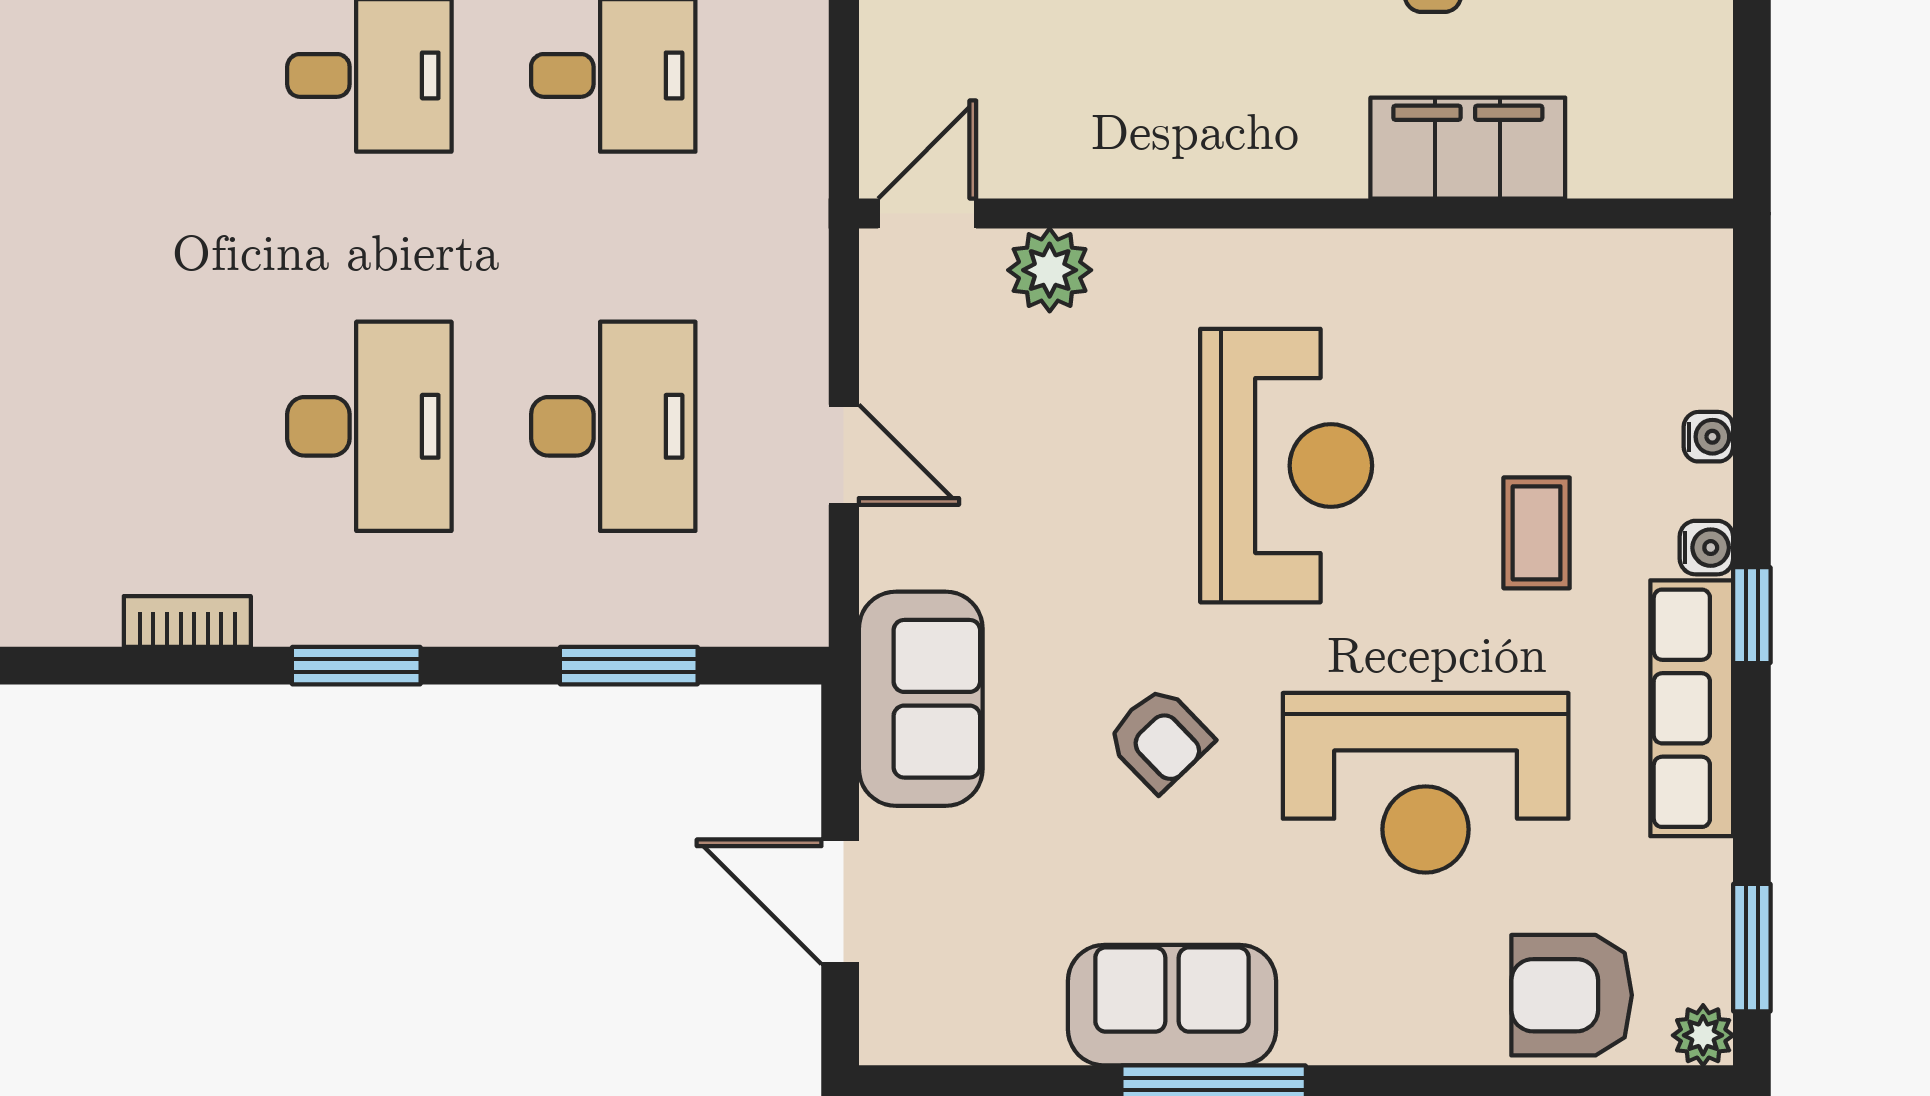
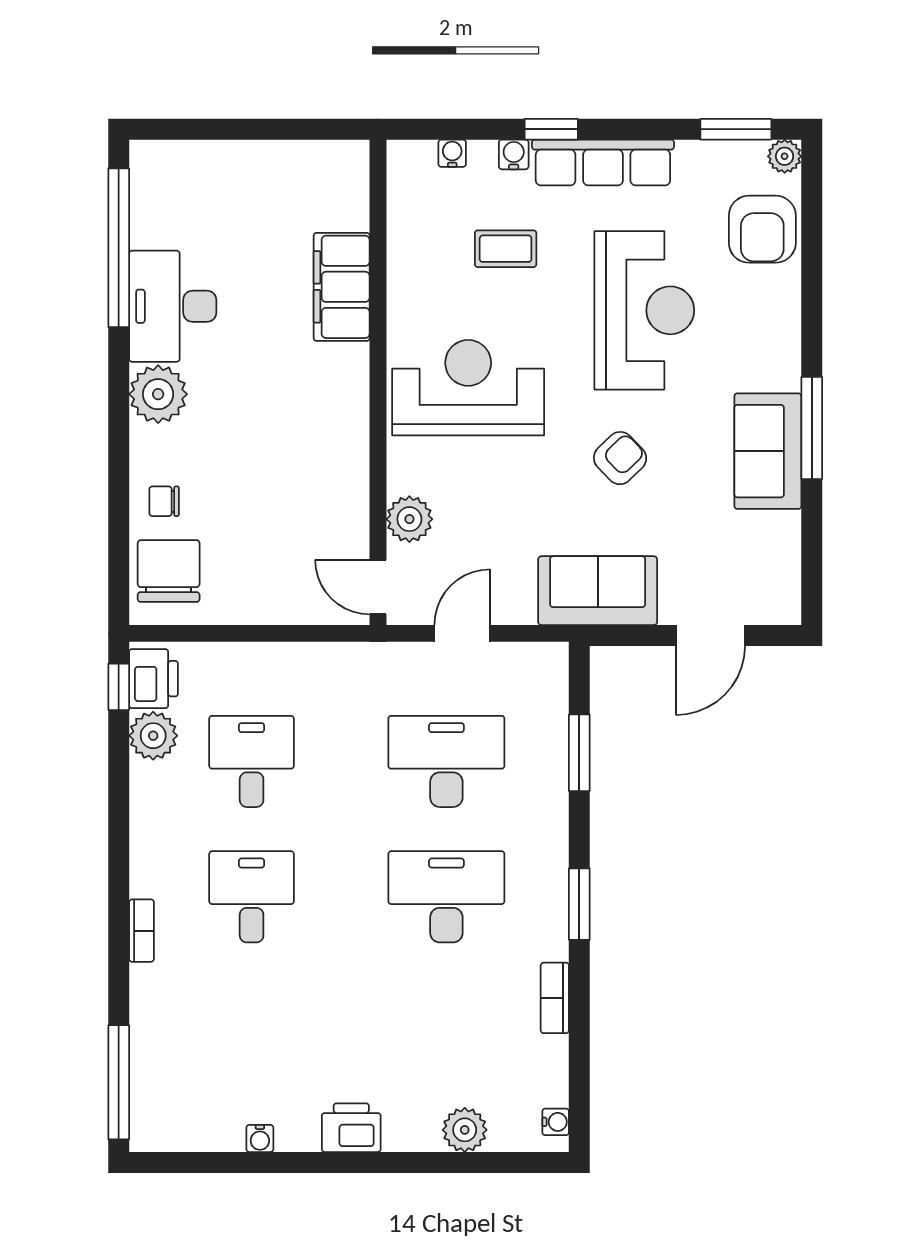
filing cabinet: (1468, 148) -> (342, 287), moved
door: (927, 214) -> (378, 587), moved
wall: (1296, 214) -> (378, 382), moved
plant: (1050, 270) -> (409, 519), moved

